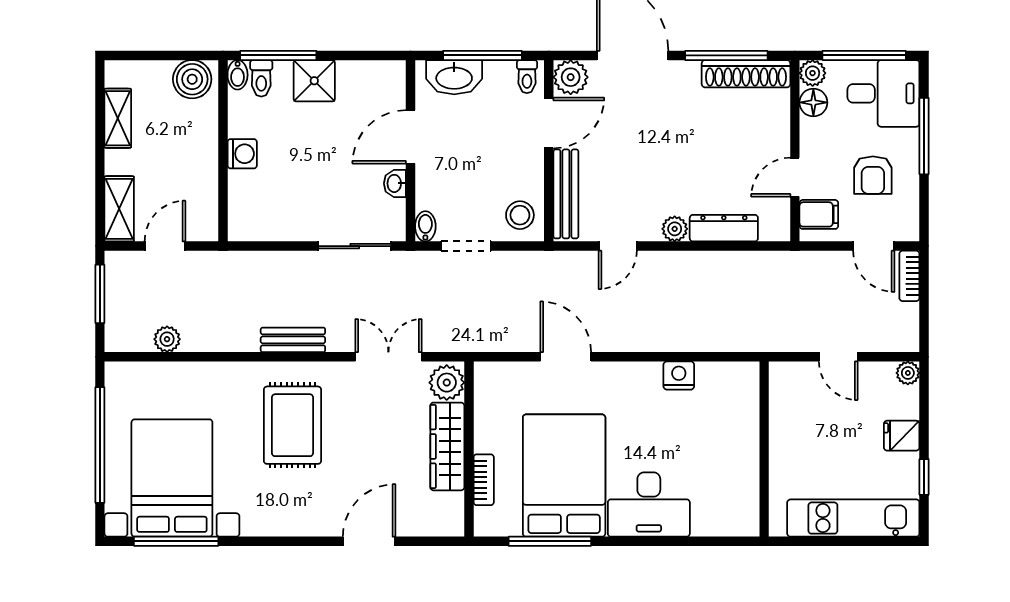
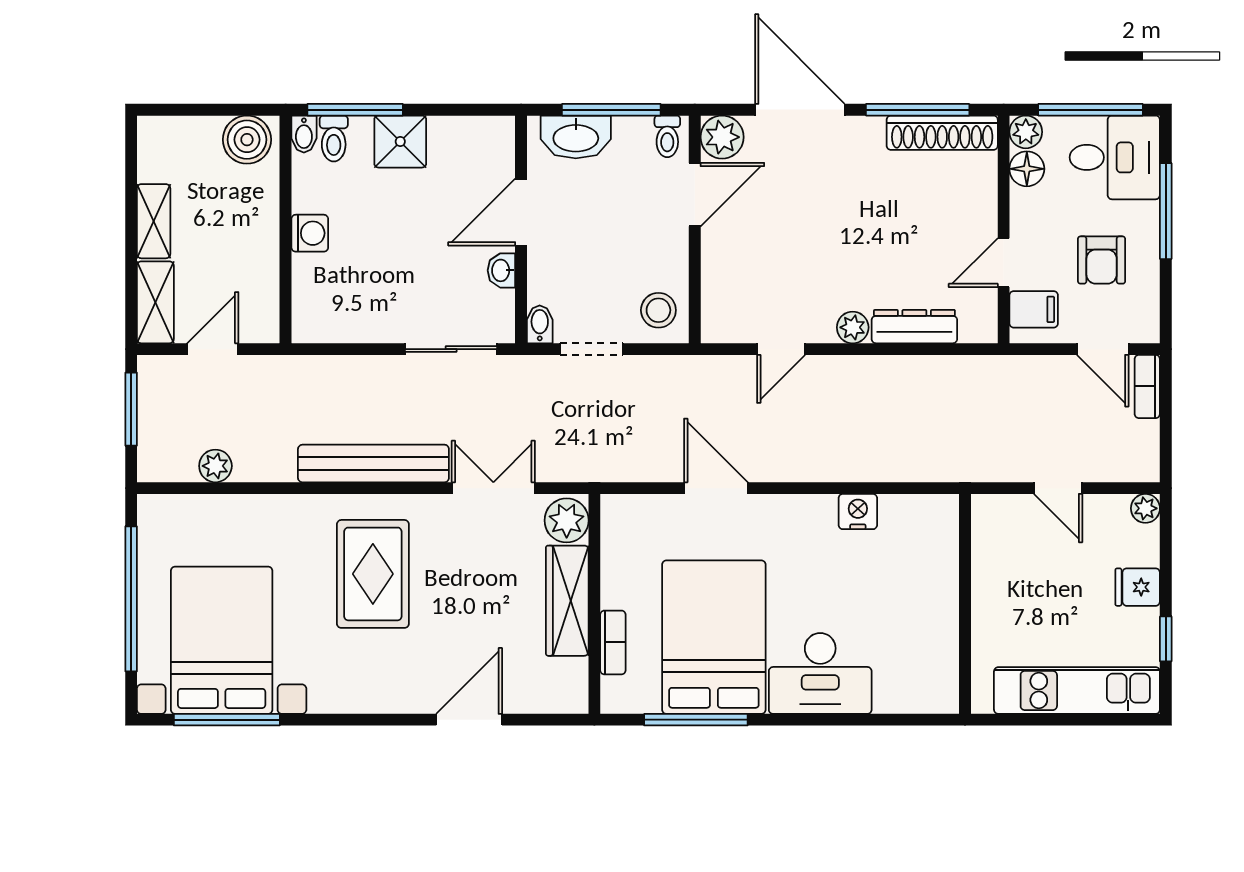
shelving: (118, 118) -> (154, 221), moved
bench: (566, 194) -> (716, 284), removed
bench: (293, 340) -> (373, 463), width x1.86, depth x1.21

